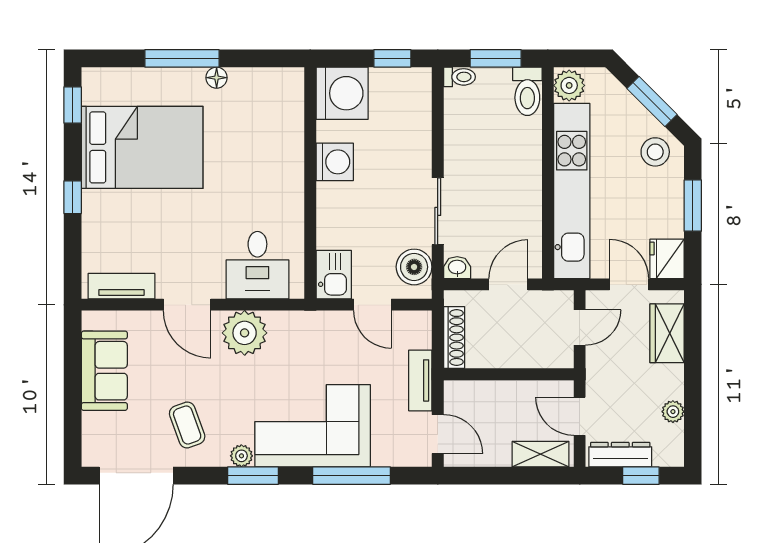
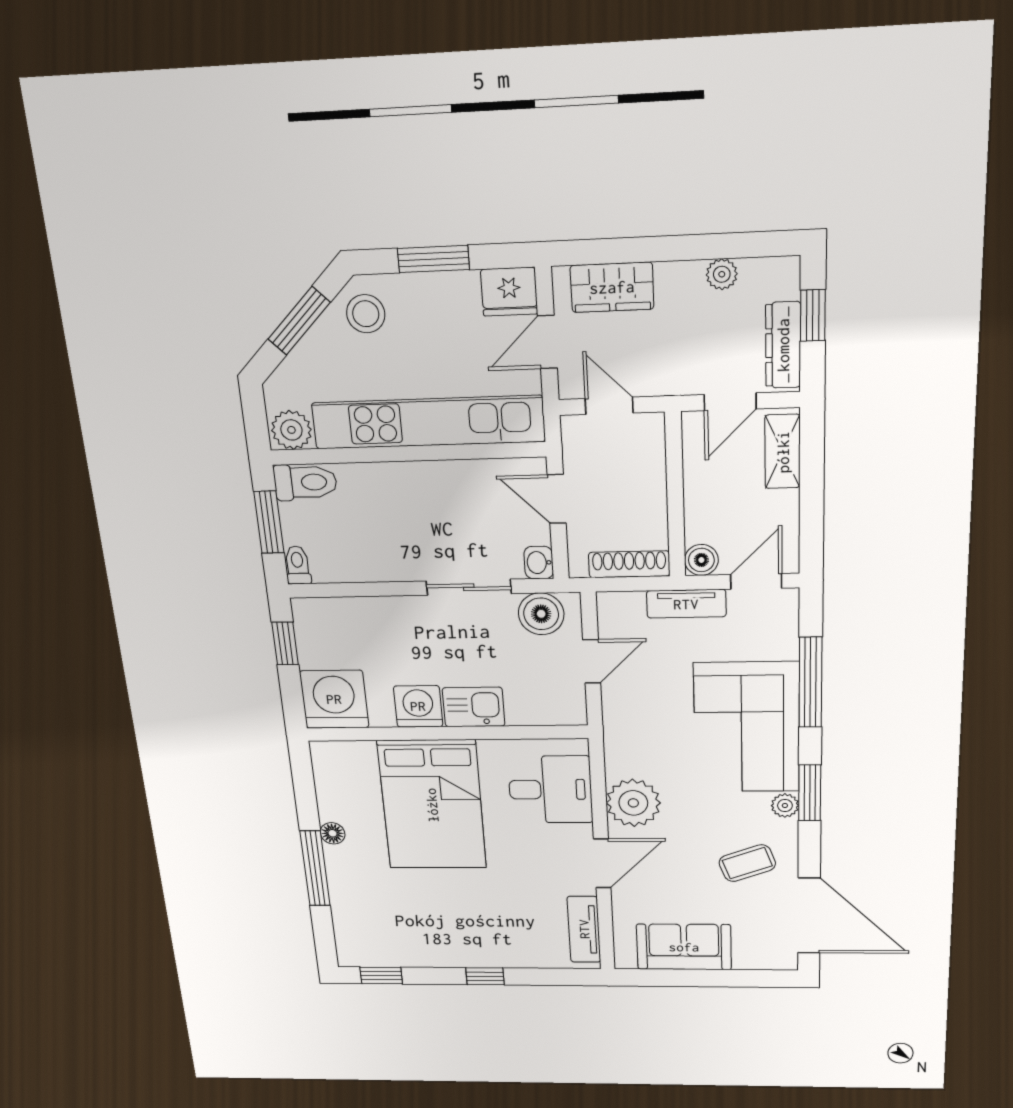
bed: (142, 147) -> (432, 805), moved, turned 180
kitchen sink: (334, 275) -> (474, 707), moved
boiler: (456, 393) -> (701, 560), added

